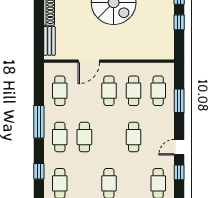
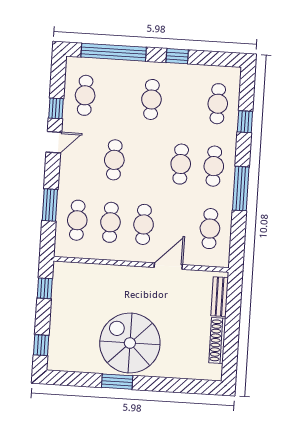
window: (179, 22) -> (45, 288), moved

